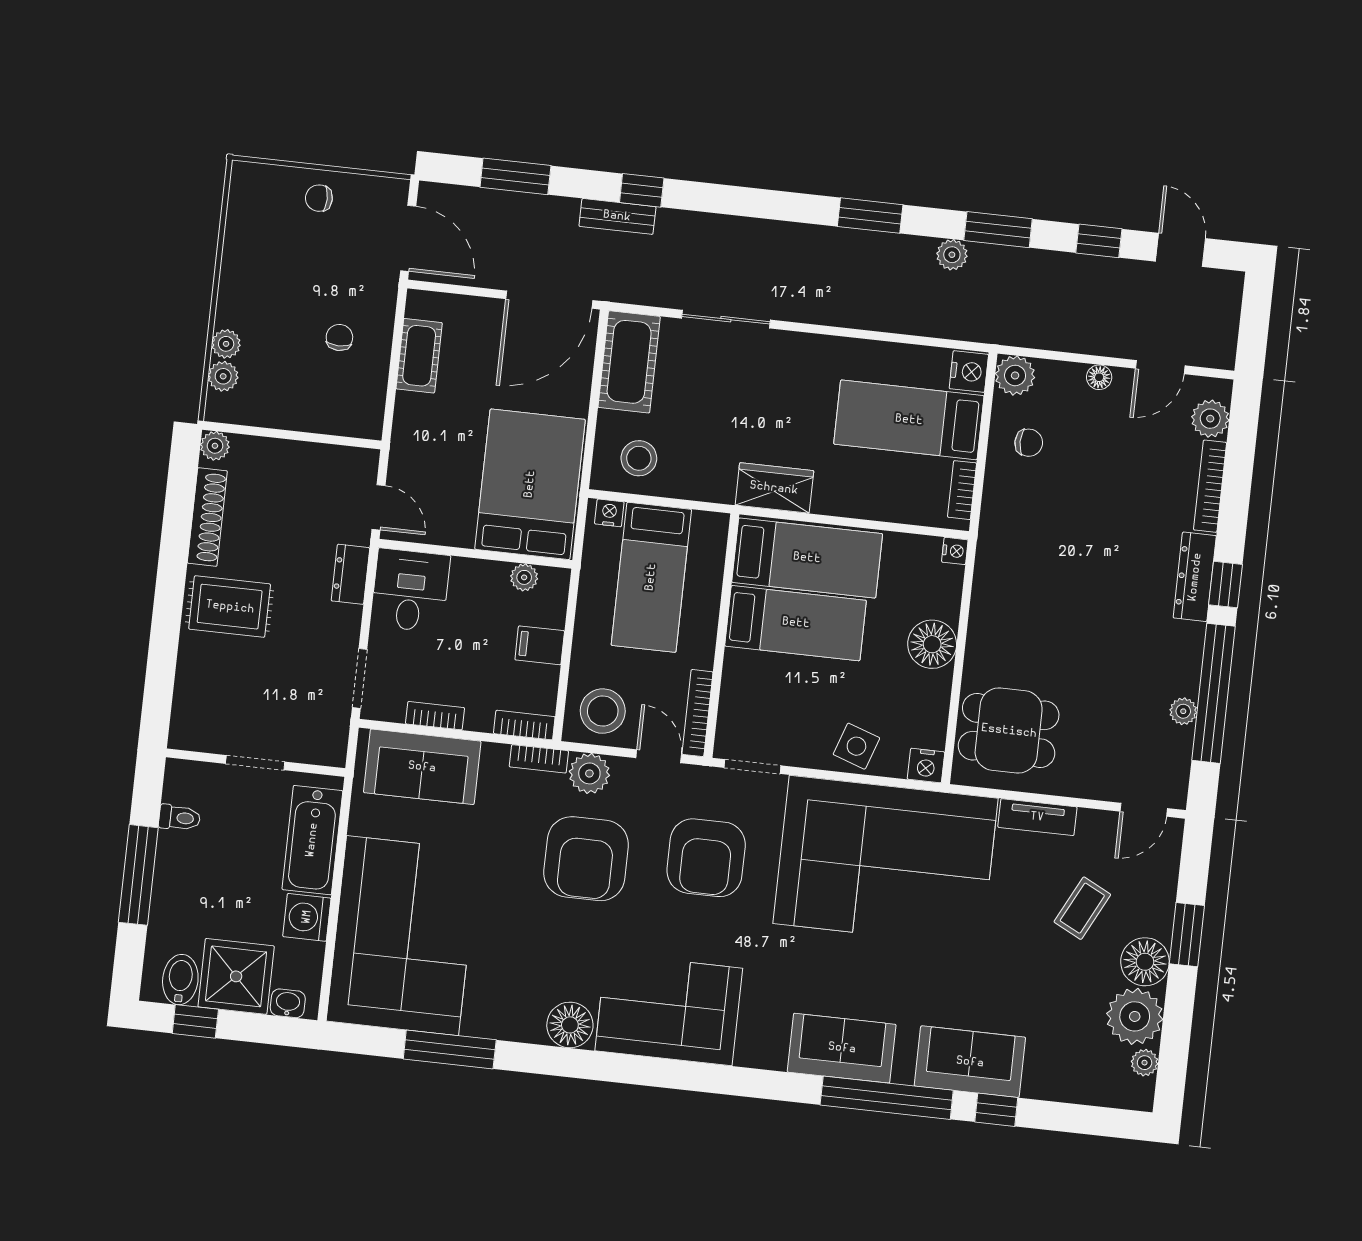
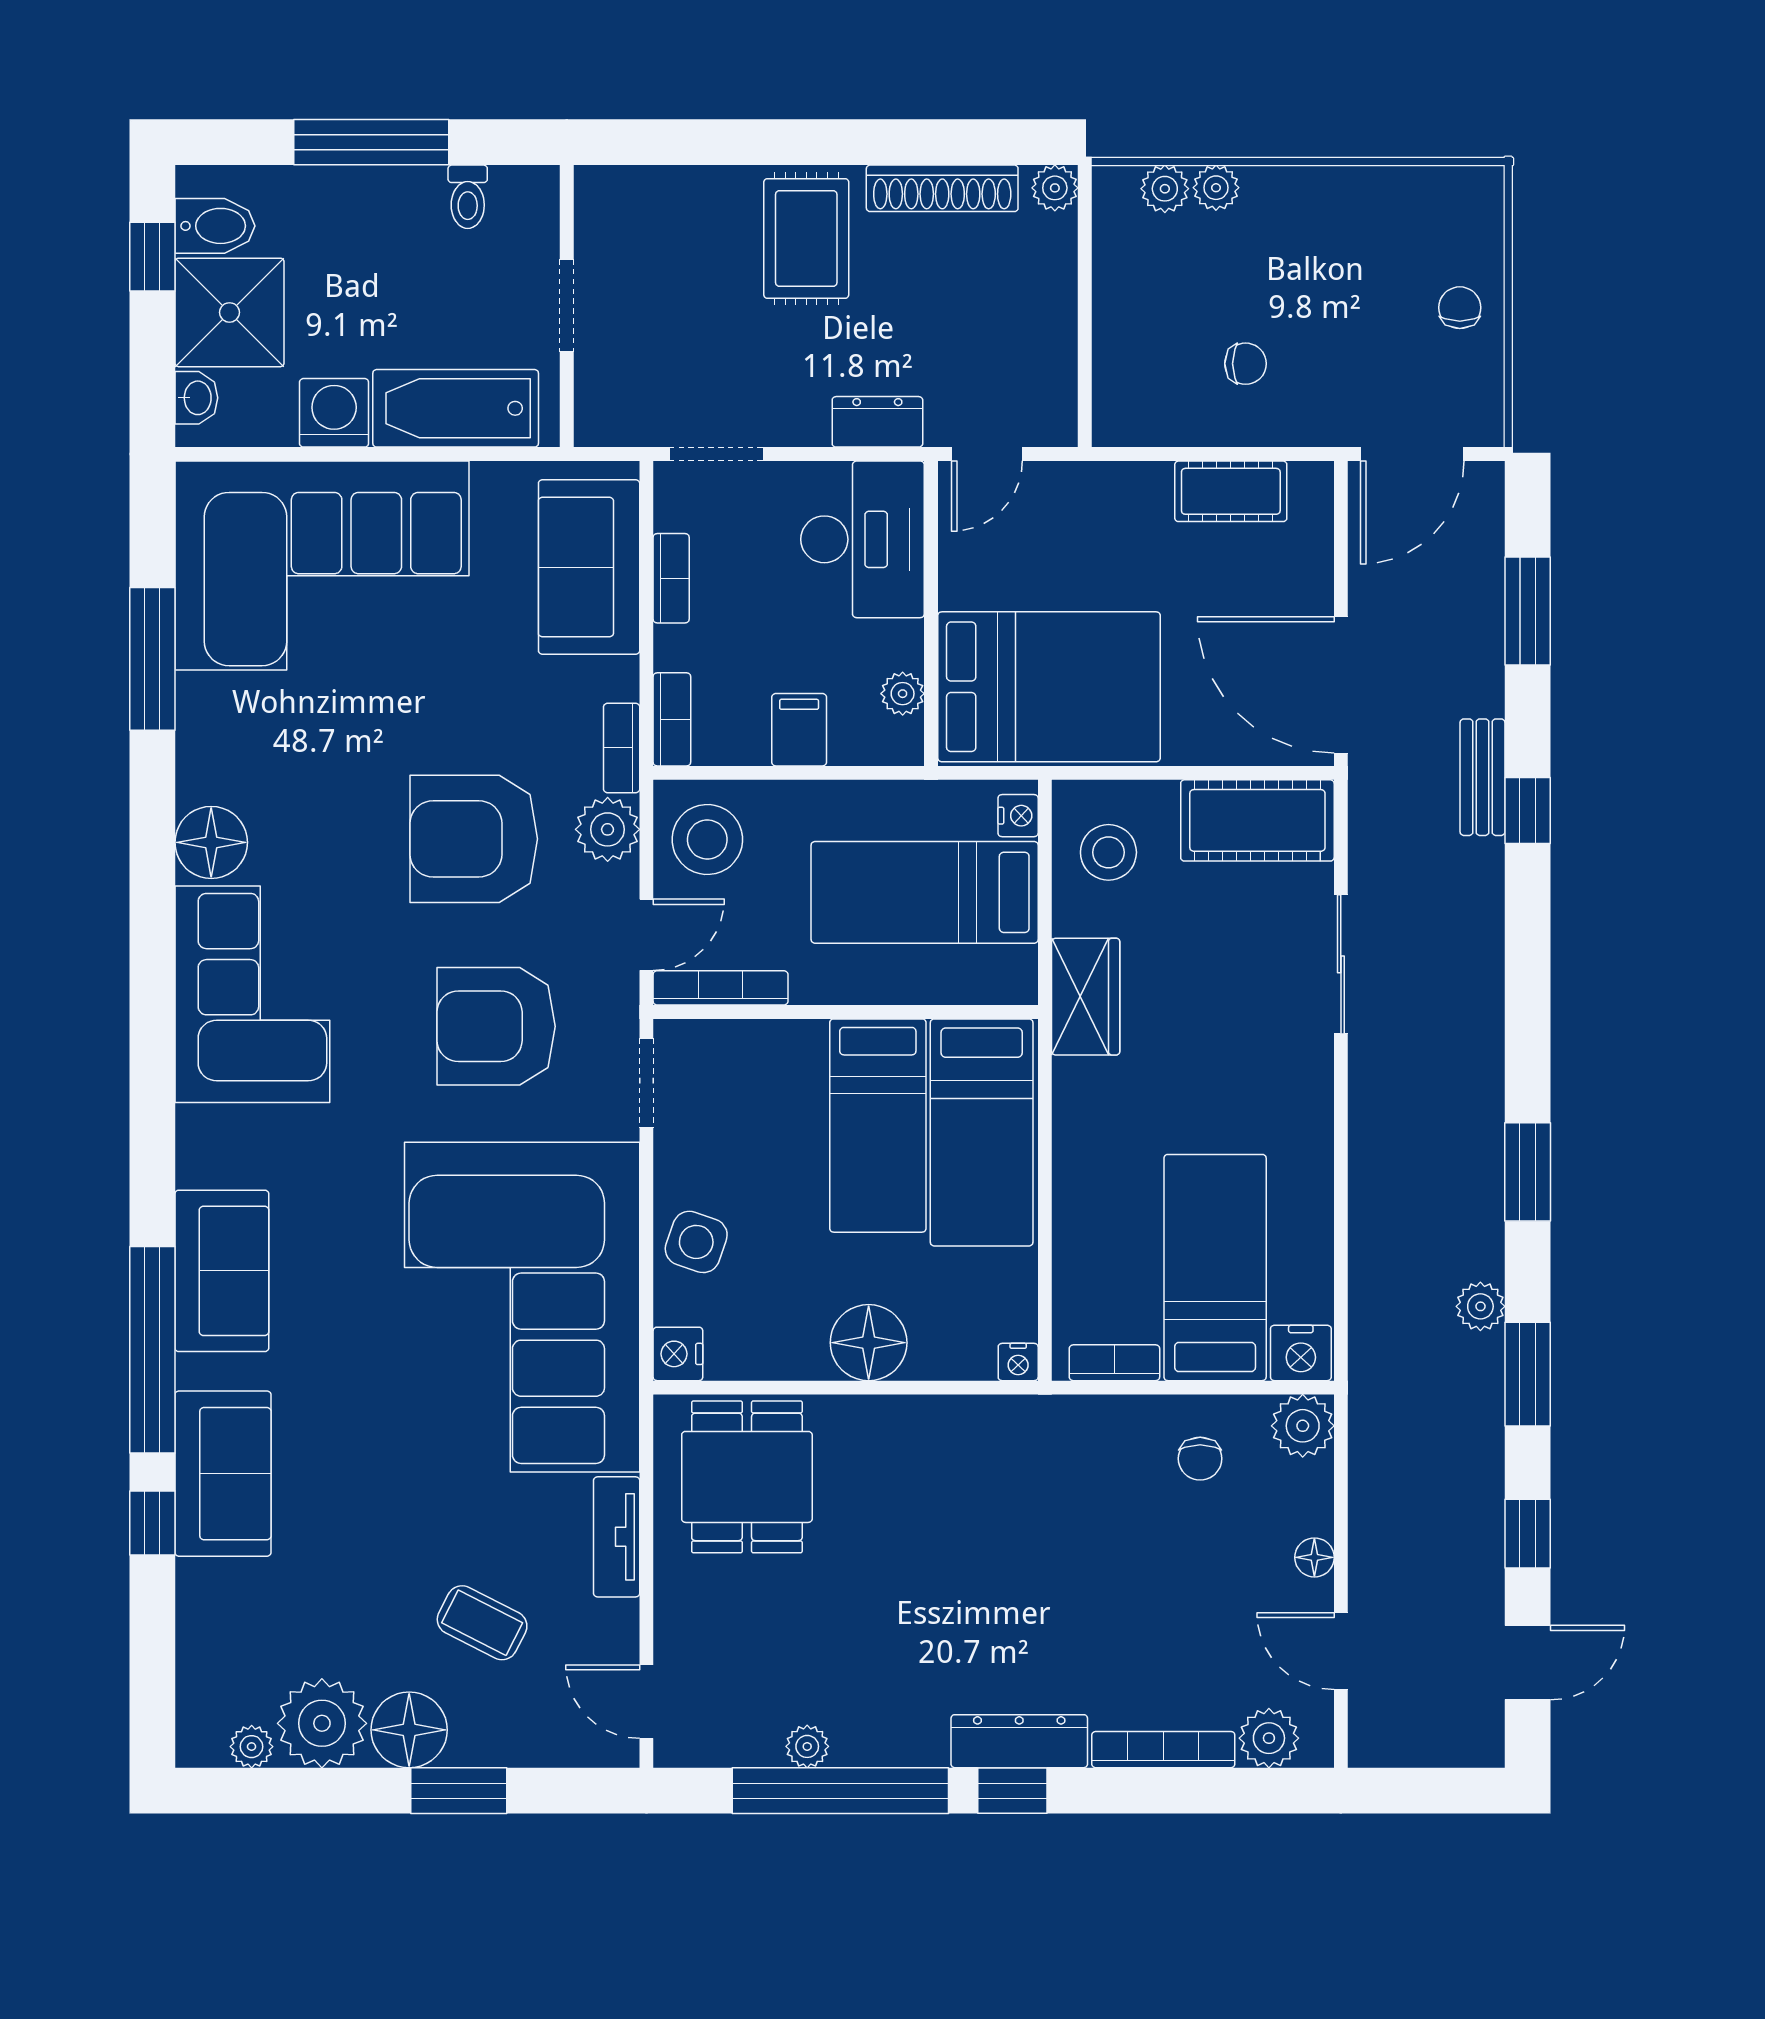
wardrobe: (774, 488) -> (1086, 997), moved
desk: (410, 590) -> (863, 539), width x1.37

